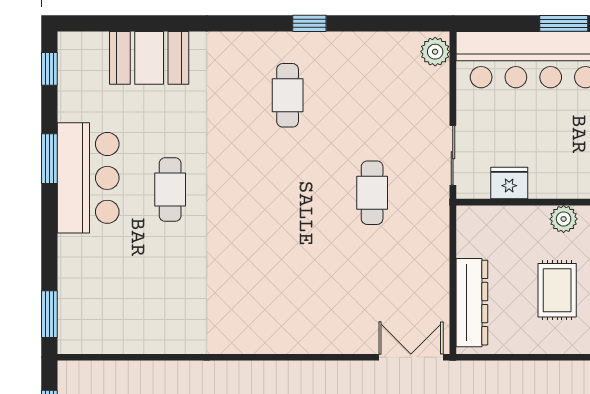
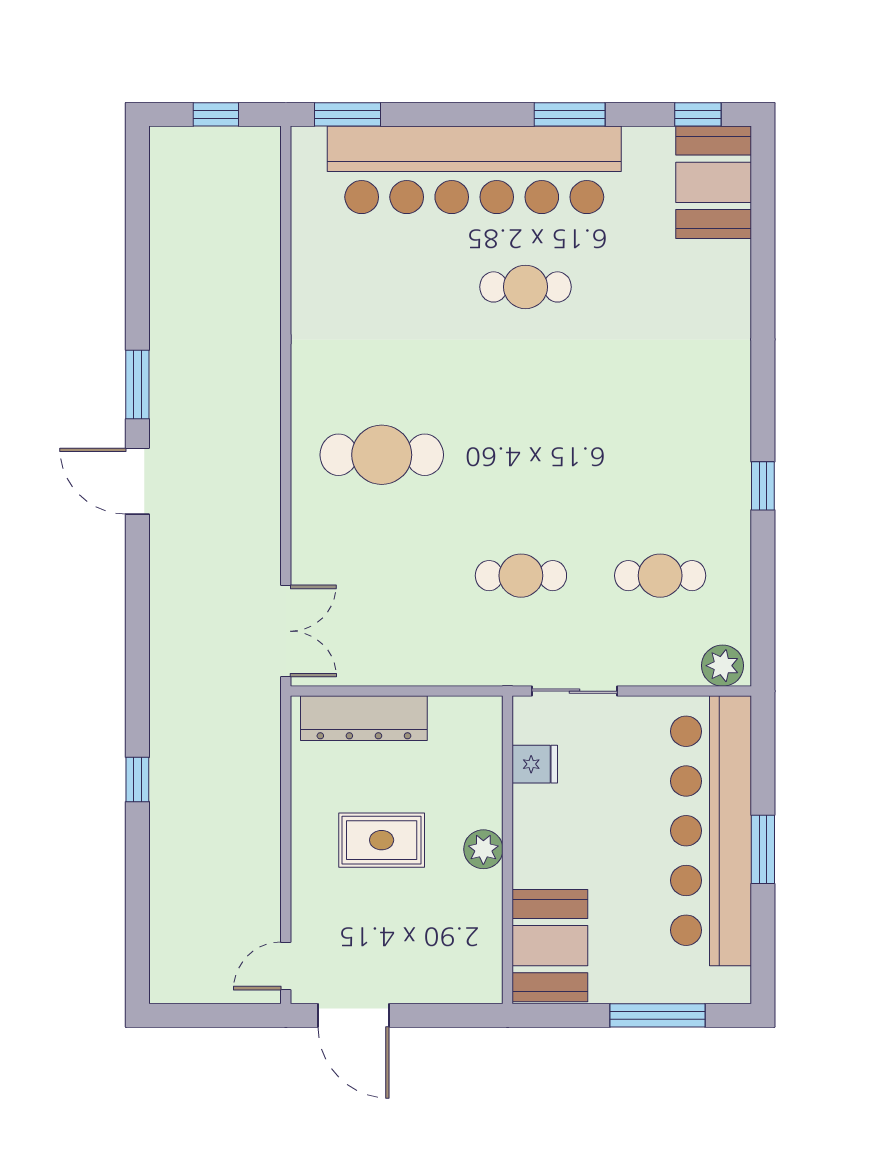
booth: (149, 58) -> (714, 182), moved
cafe table: (288, 95) -> (660, 576), moved
bar counter: (88, 178) -> (474, 170), width x1.86
fridge: (509, 183) -> (535, 764), width x0.72
cafe table: (288, 290) -> (382, 455), added

